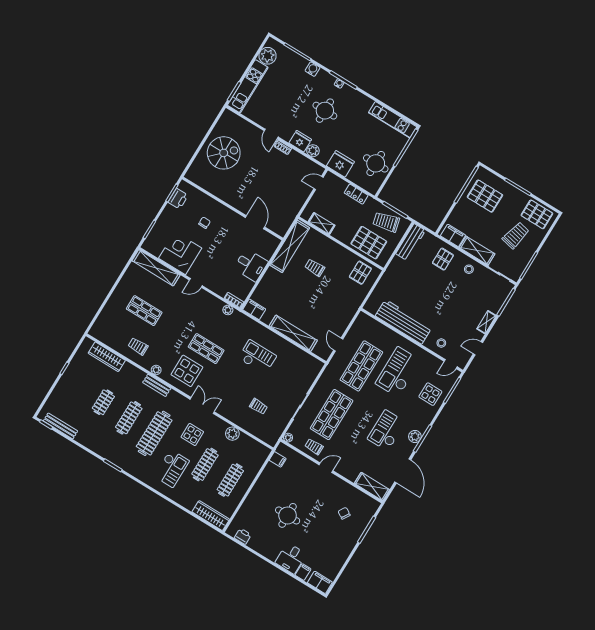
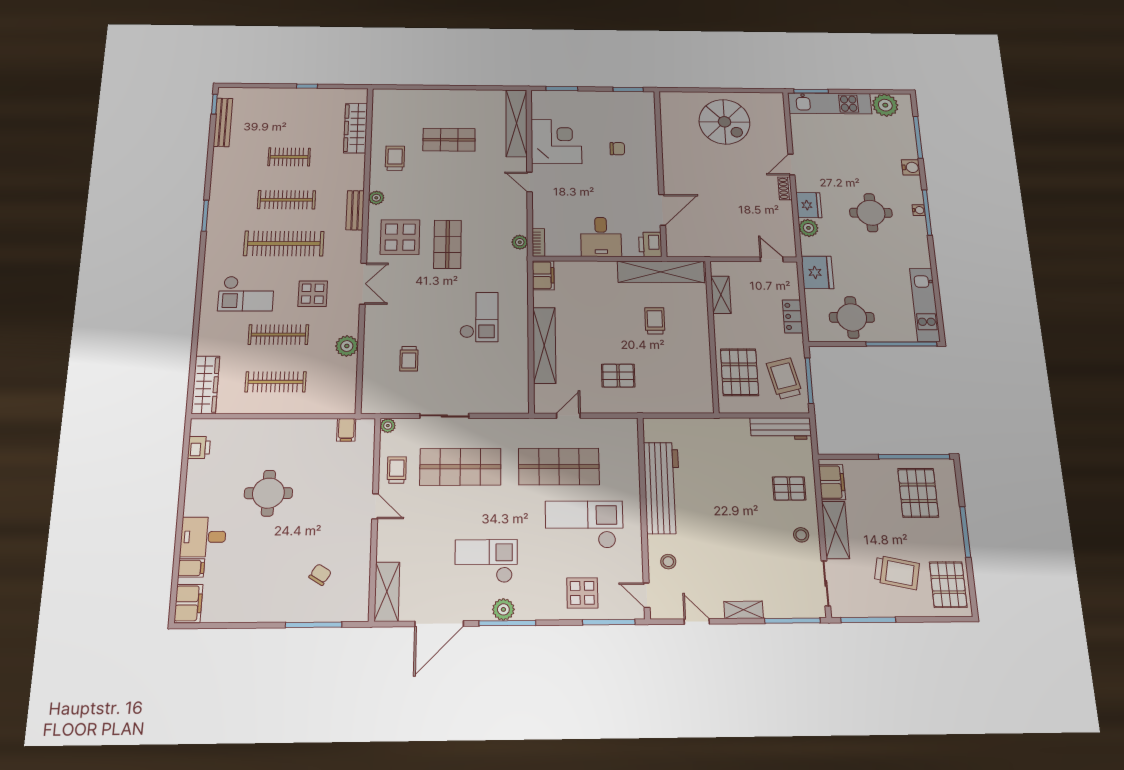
printer: (178, 199) -> (650, 244), moved, turned 90
pallet: (360, 273) -> (618, 376), moved
shop shelf: (144, 311) -> (449, 140), turned 90

